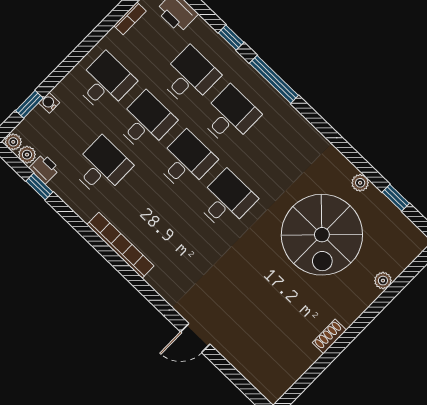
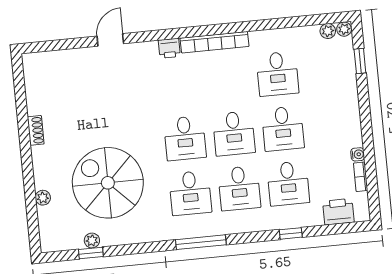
window: (274, 79) -> (201, 242), moved
desk: (105, 83) -> (190, 193), moved
water cooler: (49, 103) -> (358, 154), moved
printer: (44, 169) -> (169, 48), moved
plant: (360, 183) -> (92, 240), moved
window: (39, 187) -> (299, 21), removed

